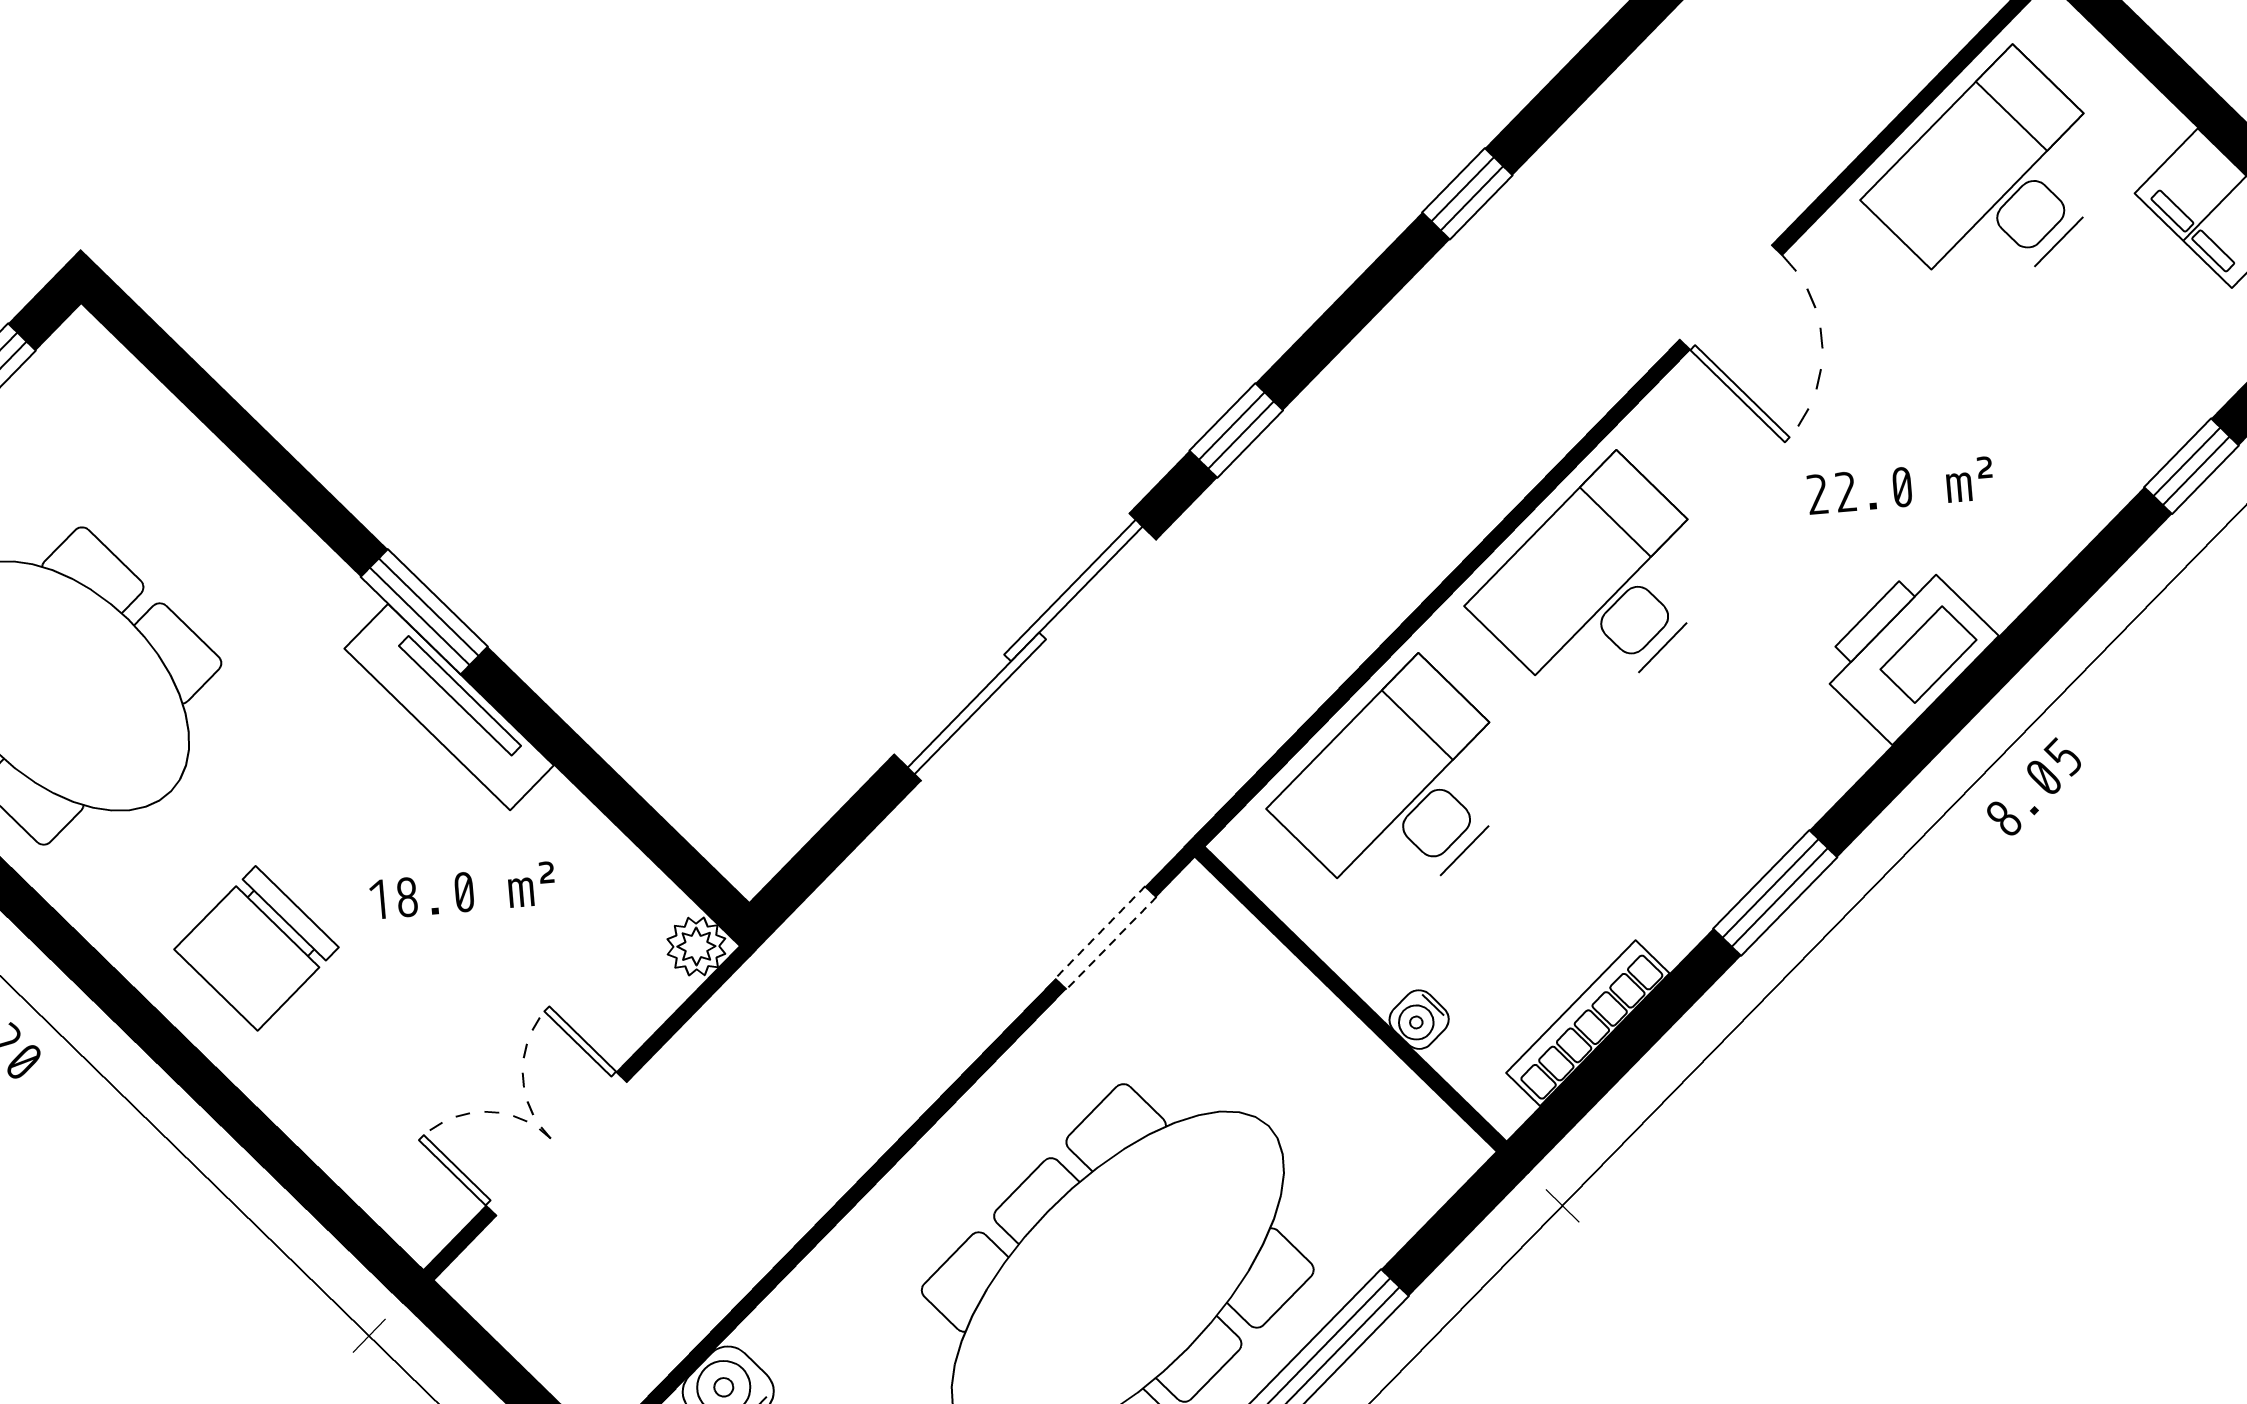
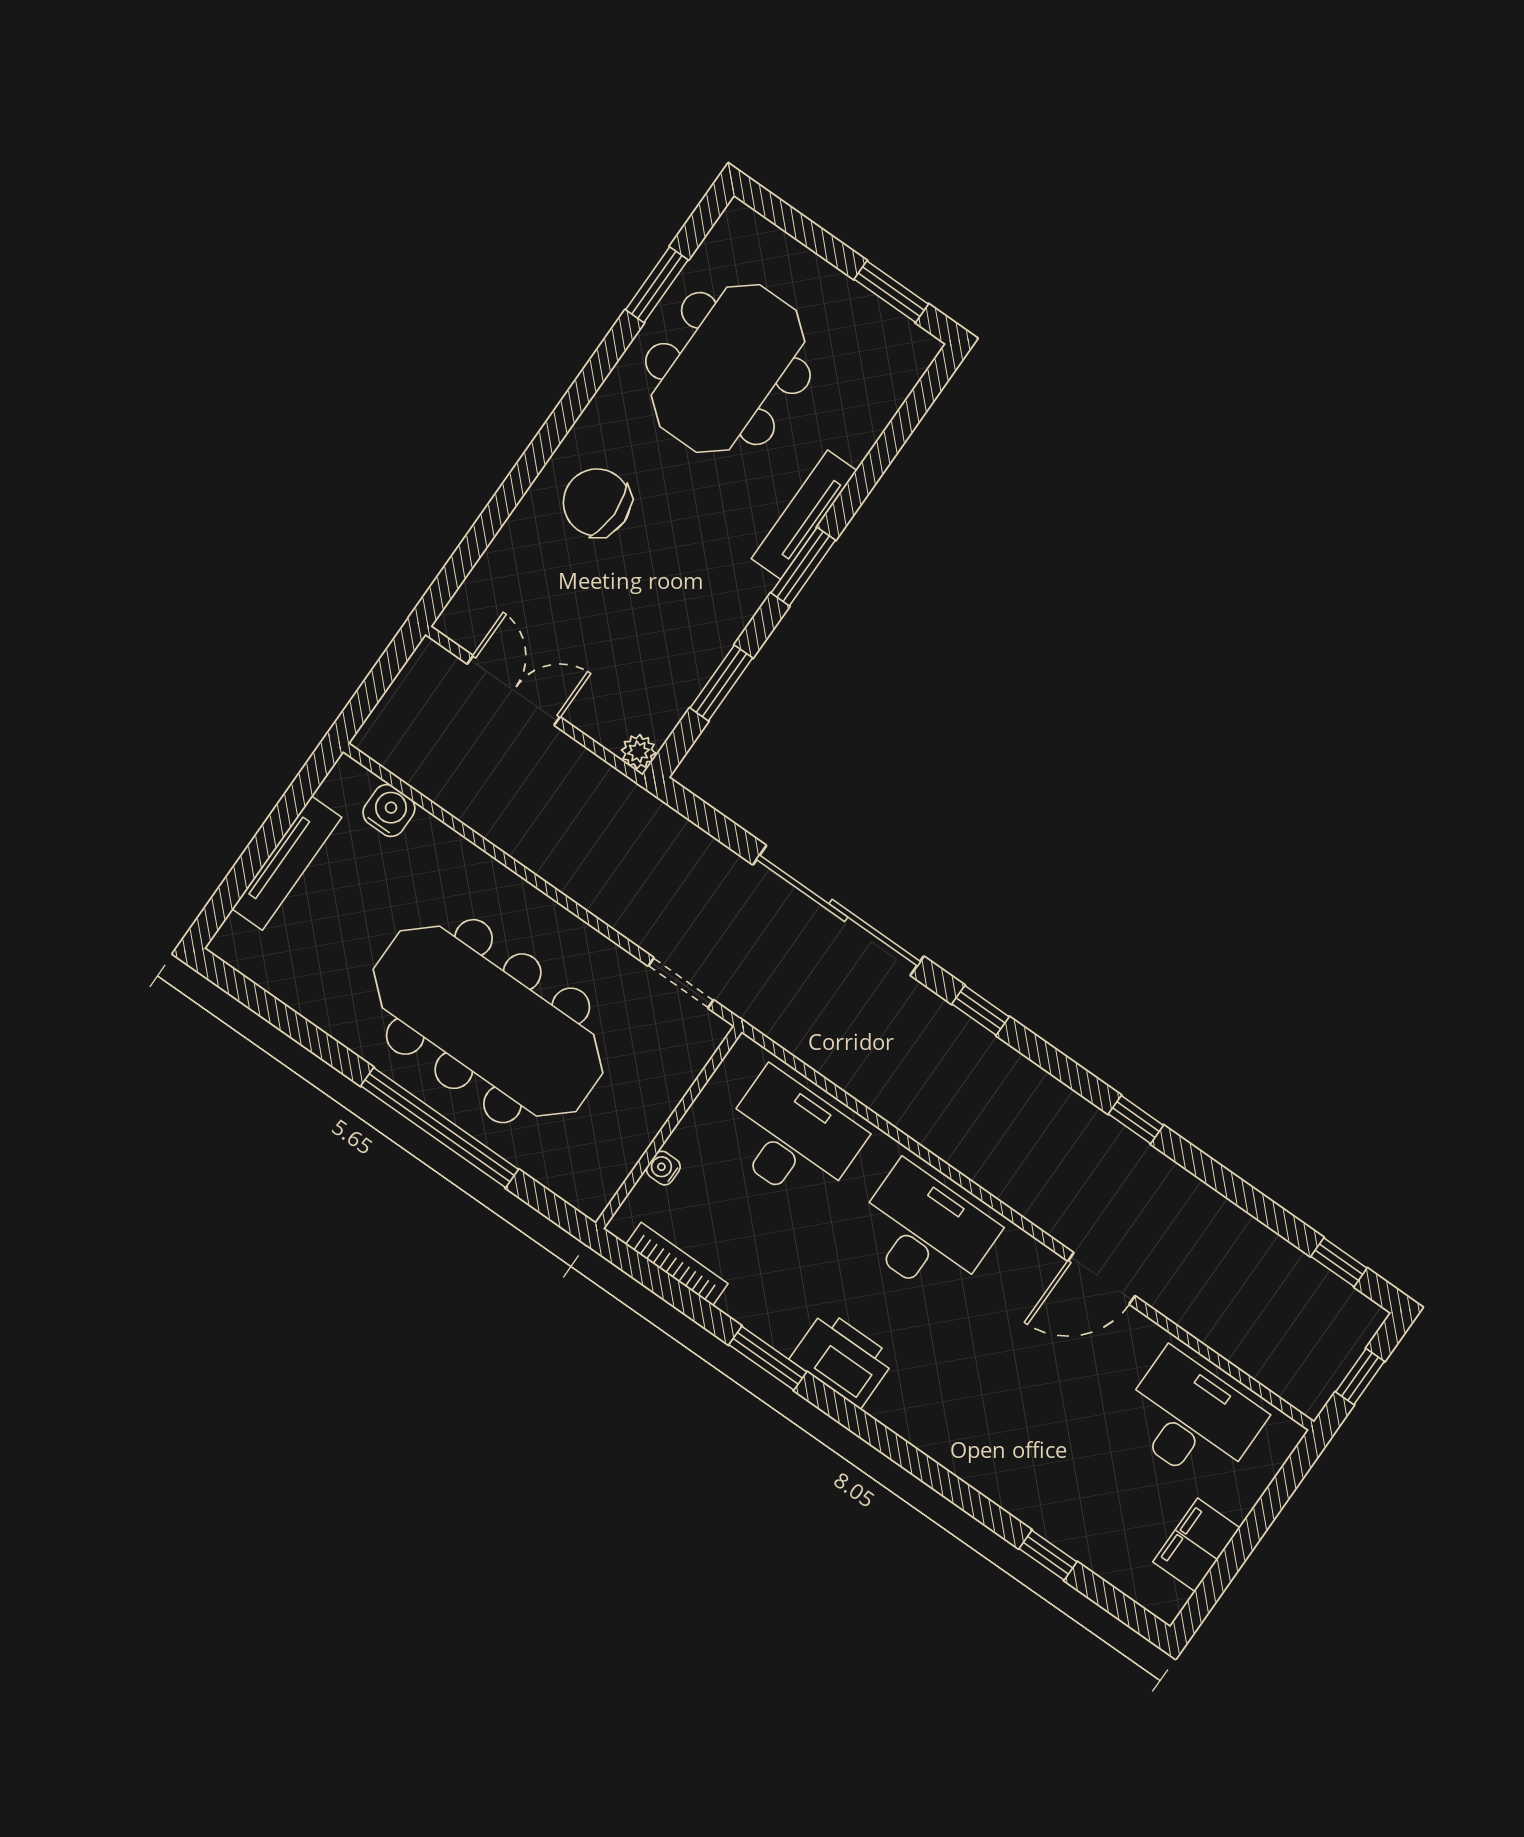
printer: (1906, 652) -> (843, 1359), moved
tv unit: (449, 707) -> (804, 515), moved
window: (601, 785) -> (721, 683), added

